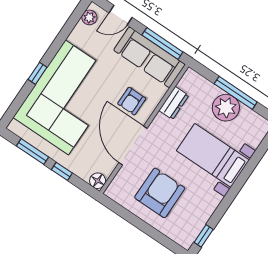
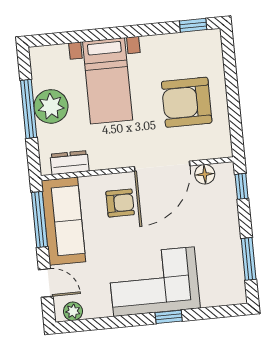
corner sofa: (67, 97) -> (154, 282), width x0.73, depth x0.74
dresser: (174, 103) -> (70, 163), moved
window: (62, 171) -> (242, 186), moved
floor lamp: (98, 181) -> (205, 174), moved

